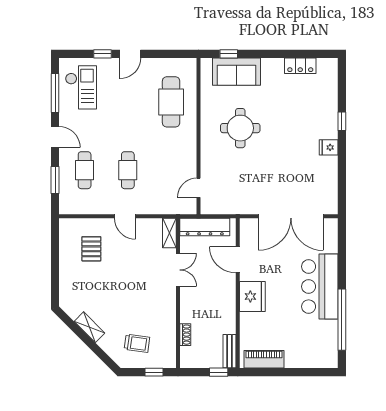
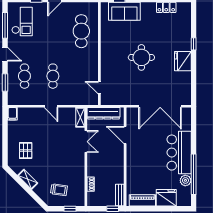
round table: (240, 128) -> (141, 57), moved
fridge: (329, 147) -> (183, 61), width x1.88, depth x1.34
door: (198, 188) -> (99, 88), hinge flipped
filing cabinet: (66, 228) -> (12, 114), added
pallet: (91, 249) -> (26, 151), moved
fridge: (252, 296) -> (166, 198), moved, turned -90
plant: (329, 329) -> (185, 180), added

